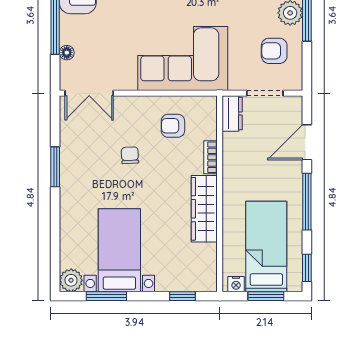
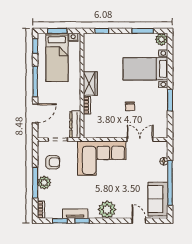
double door: (89, 93) -> (140, 140), moved
dresser: (232, 113) -> (75, 125), width x1.44
armchair: (173, 126) -> (107, 122), removed
wardrobe: (204, 209) -> (90, 84), width x0.67
bed with nightstands: (119, 250) -> (145, 69), moved, turned 90

